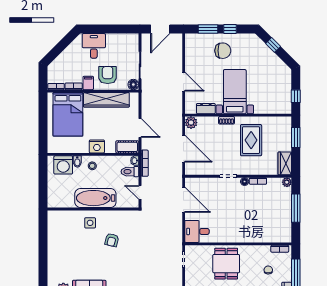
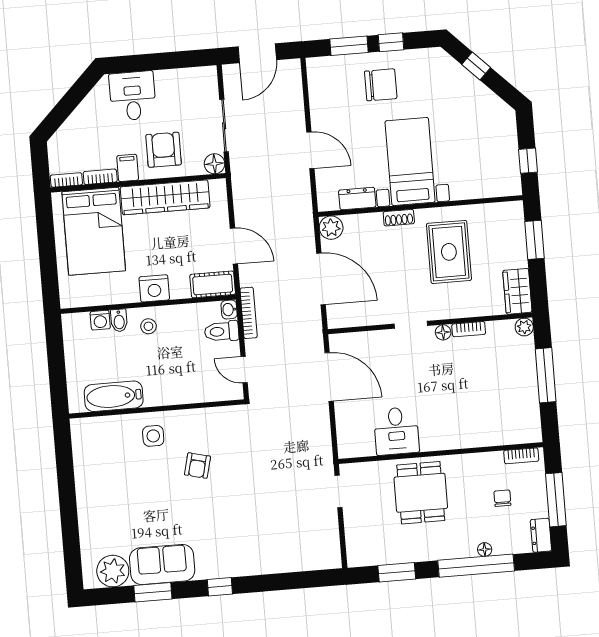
washing machine: (63, 165) -> (100, 320), width x0.53, depth x0.53
bathtub: (95, 198) -> (114, 396), moved, width x0.73, depth x0.73
desk: (197, 231) -> (396, 431), moved, turned -90

